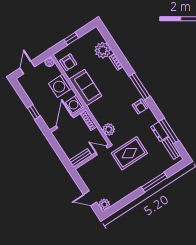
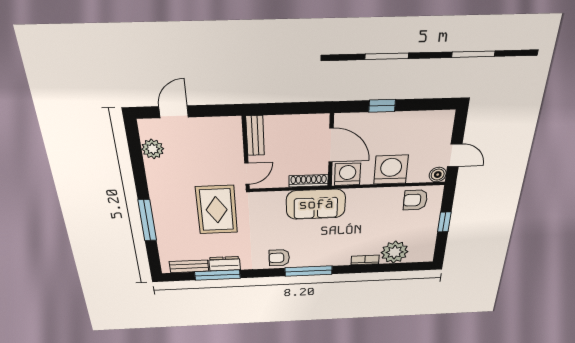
door: (27, 67) -> (455, 155), moved
sofa: (85, 88) -> (316, 204), moved
plant: (109, 129) -> (274, 201), removed
plant: (104, 204) -> (153, 149), moved

